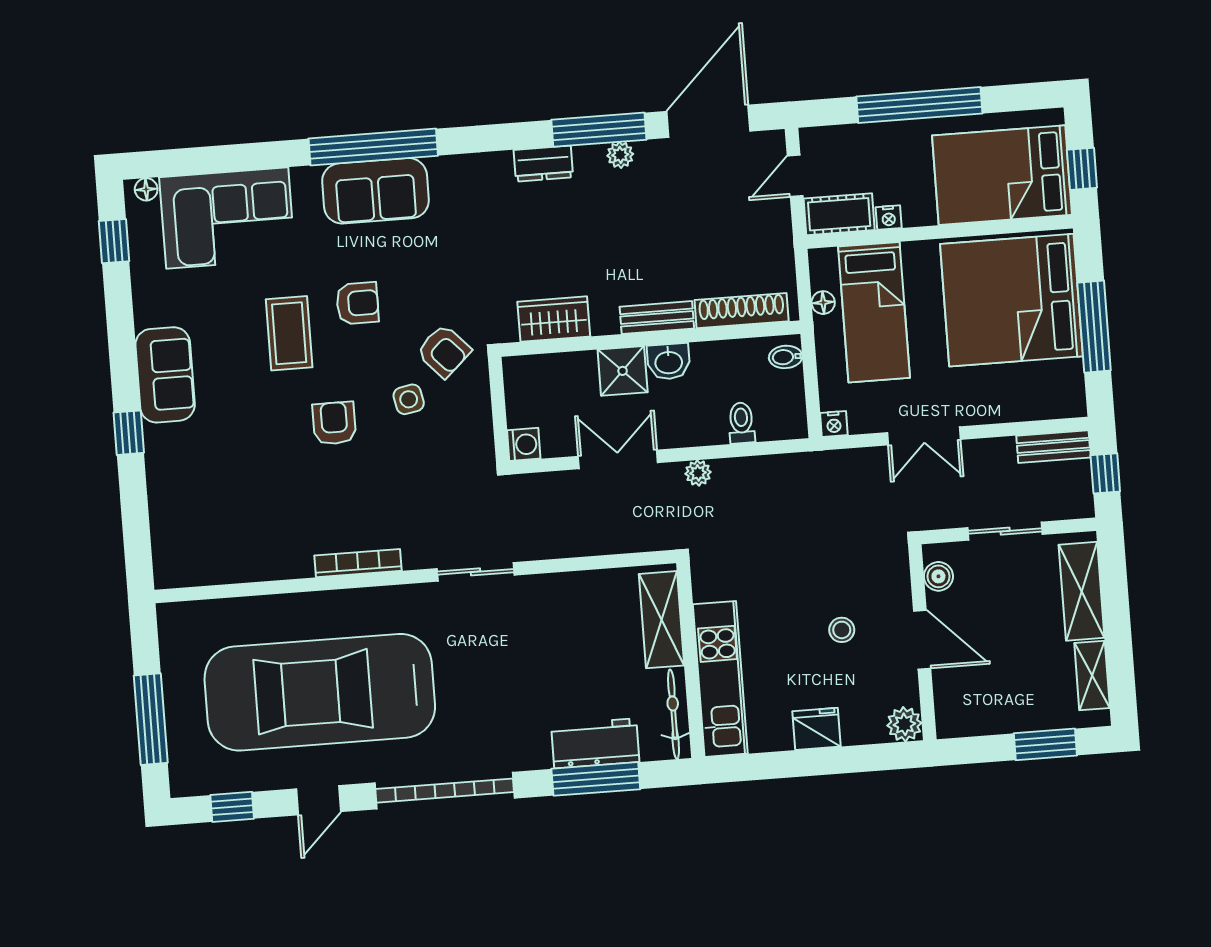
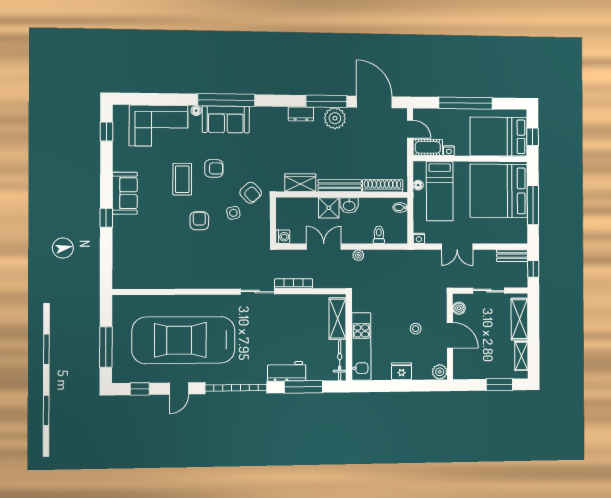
door: (708, 121) -> (374, 102), hinge flipped
plant: (620, 155) -> (335, 118), width x1.87, depth x1.87
door: (795, 176) -> (410, 129), swing flipped
floor lamp: (146, 189) -> (196, 111), moved
bench: (657, 318) -> (340, 186), width x1.36
bookcase: (358, 563) -> (294, 284), moved
workbench: (595, 743) -> (287, 371), moved

